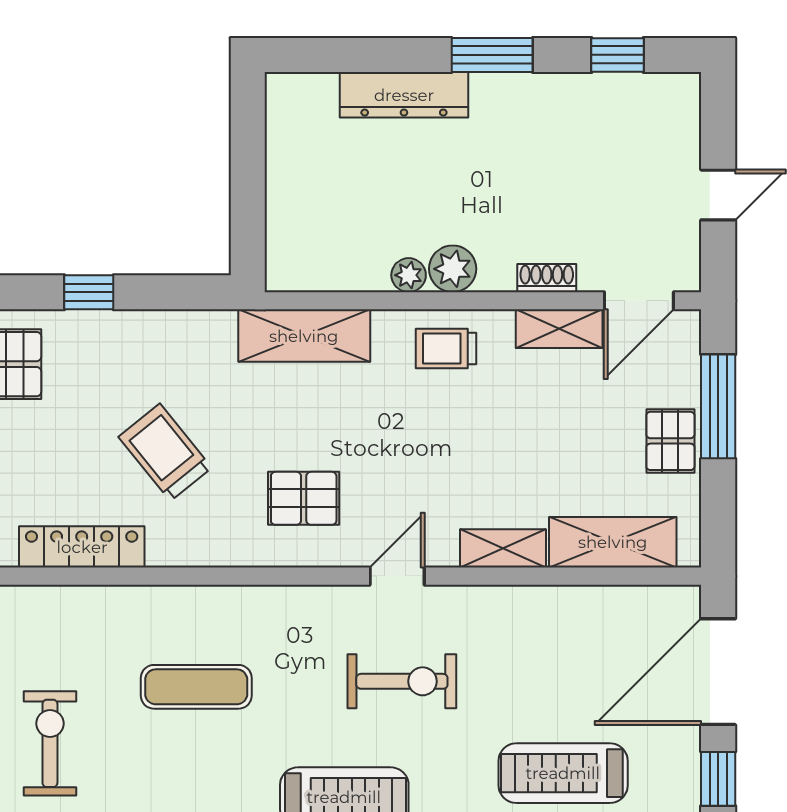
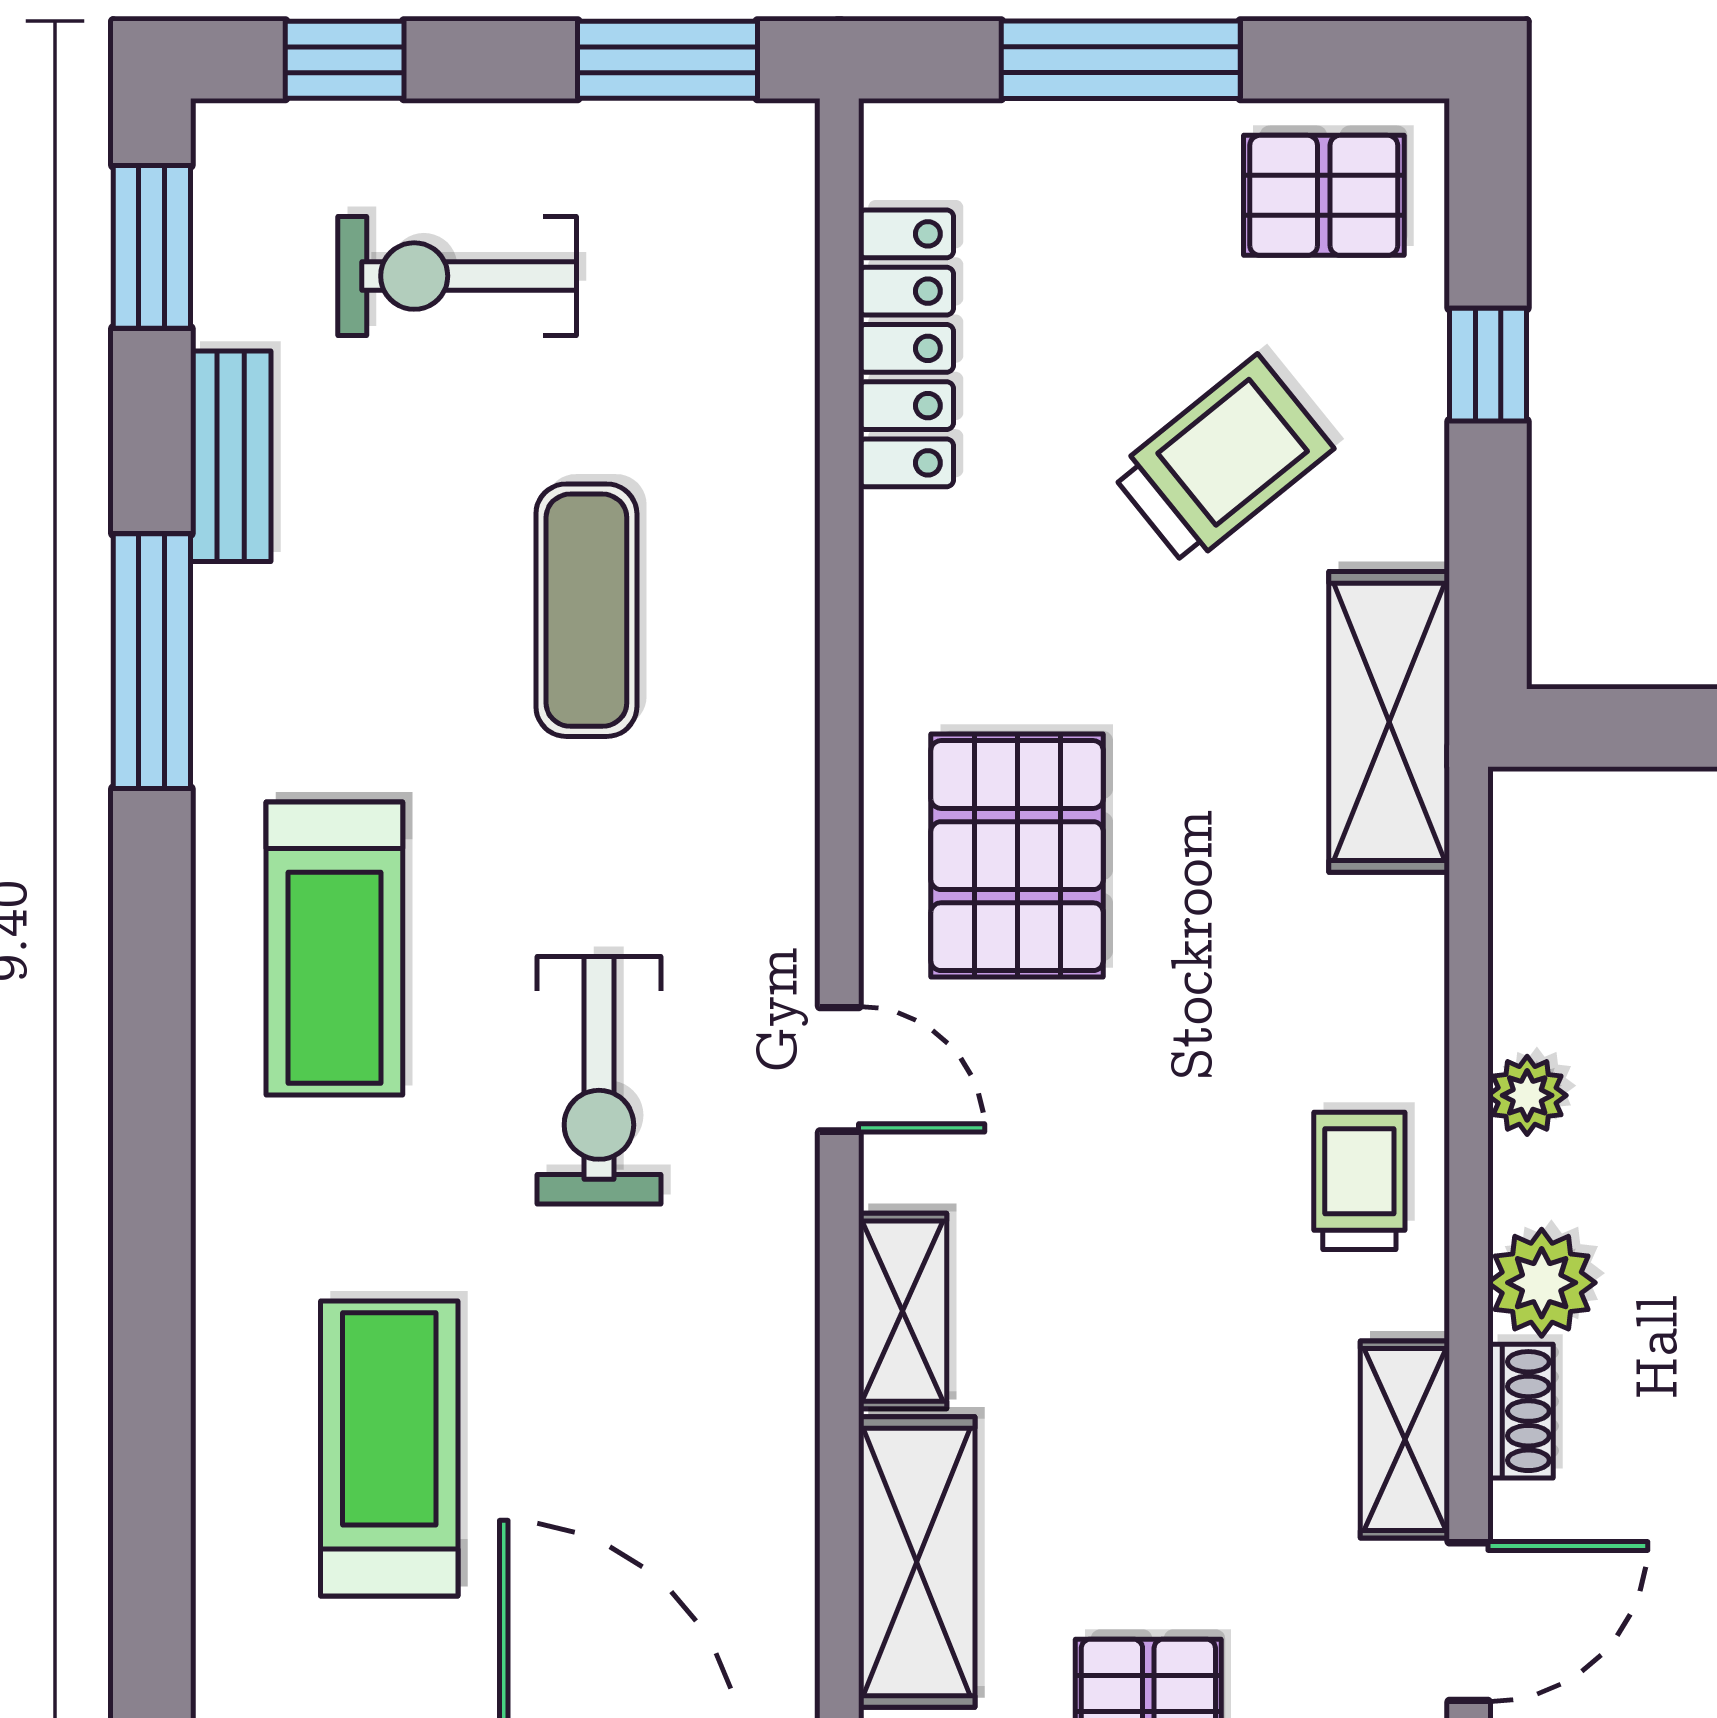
plant: (453, 269) -> (1542, 1283), moved
door: (639, 301) -> (1469, 1622), swing flipped
shelving: (304, 336) -> (1389, 722), moved
trolley: (165, 452) -> (1222, 461), moved
pallet: (304, 498) -> (1017, 856), width x1.50, depth x1.42
exercise bike: (50, 743) -> (457, 276), turned 180

